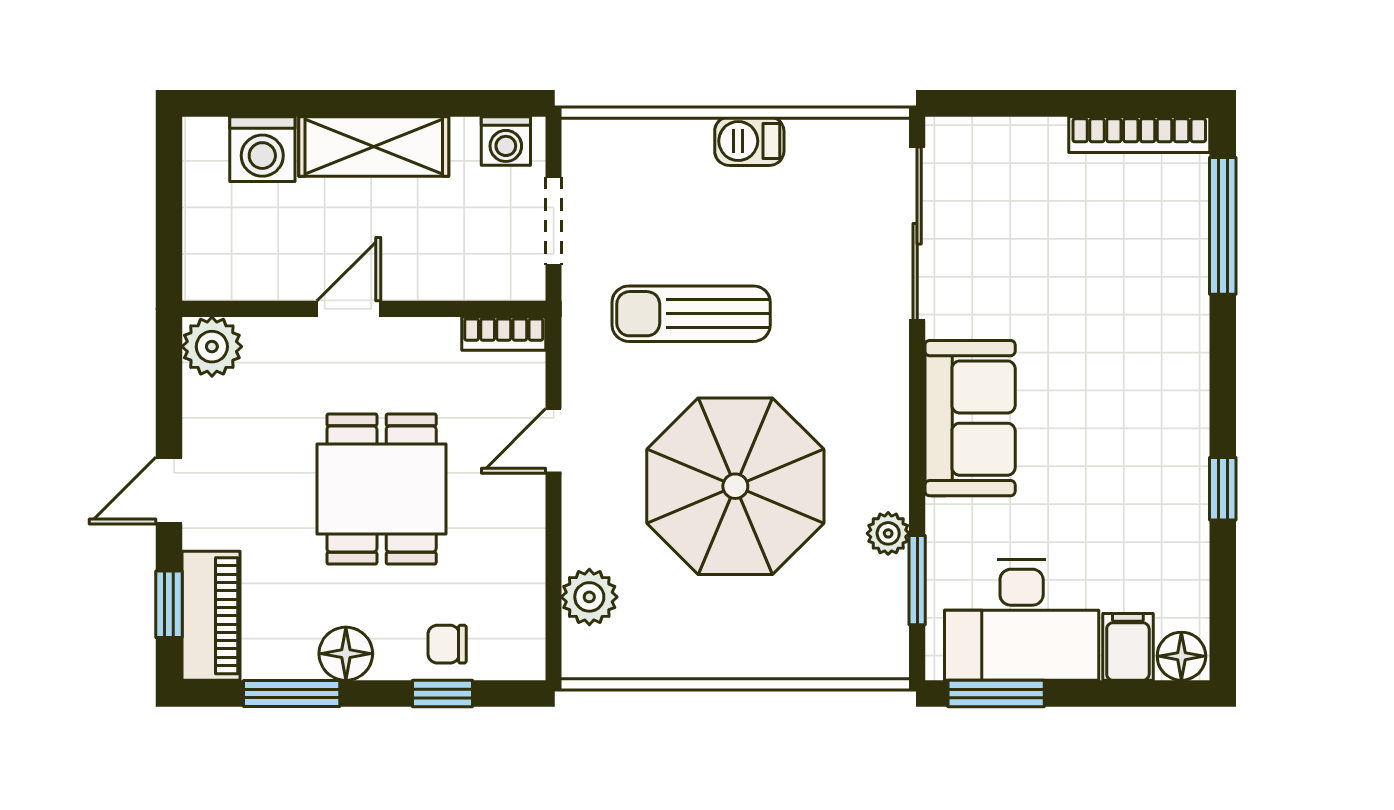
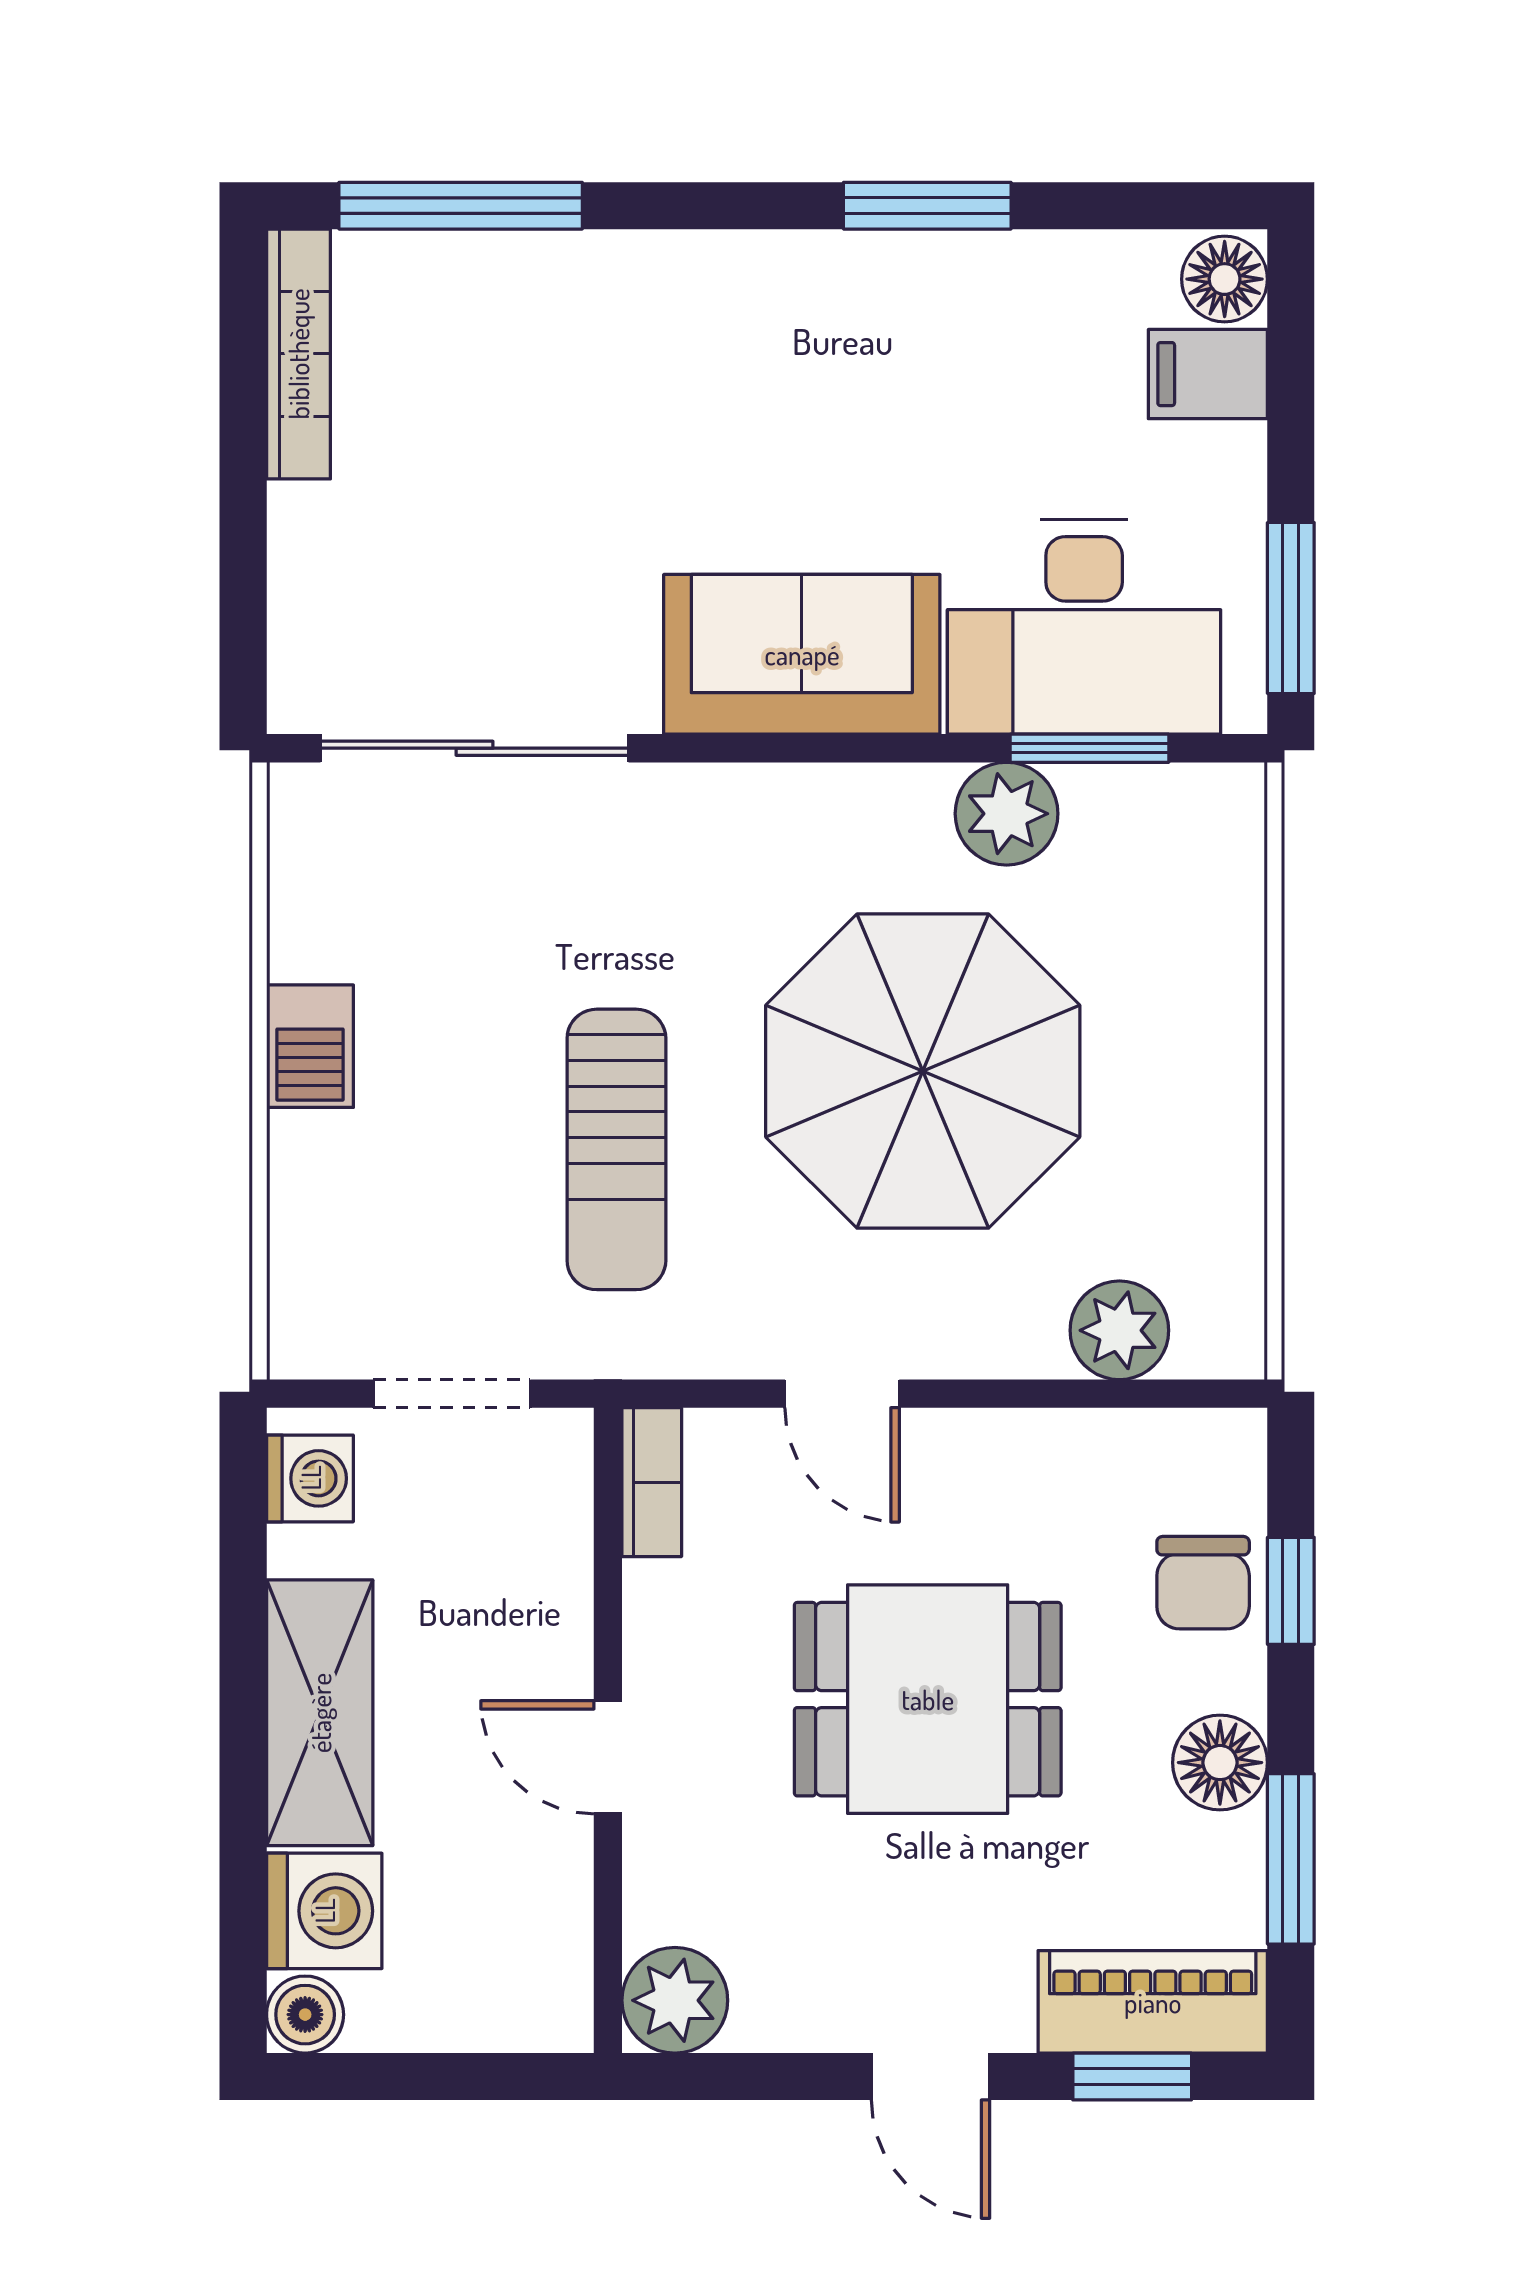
boiler: (204, 138) -> (305, 2015), added
window: (1223, 489) -> (927, 206), width x1.50
plant: (888, 533) -> (1007, 814), width x1.38, depth x1.38
desk: (1022, 620) -> (1084, 627), moved, turned 90
chair: (447, 644) -> (1203, 1583), width x1.37, depth x1.37

